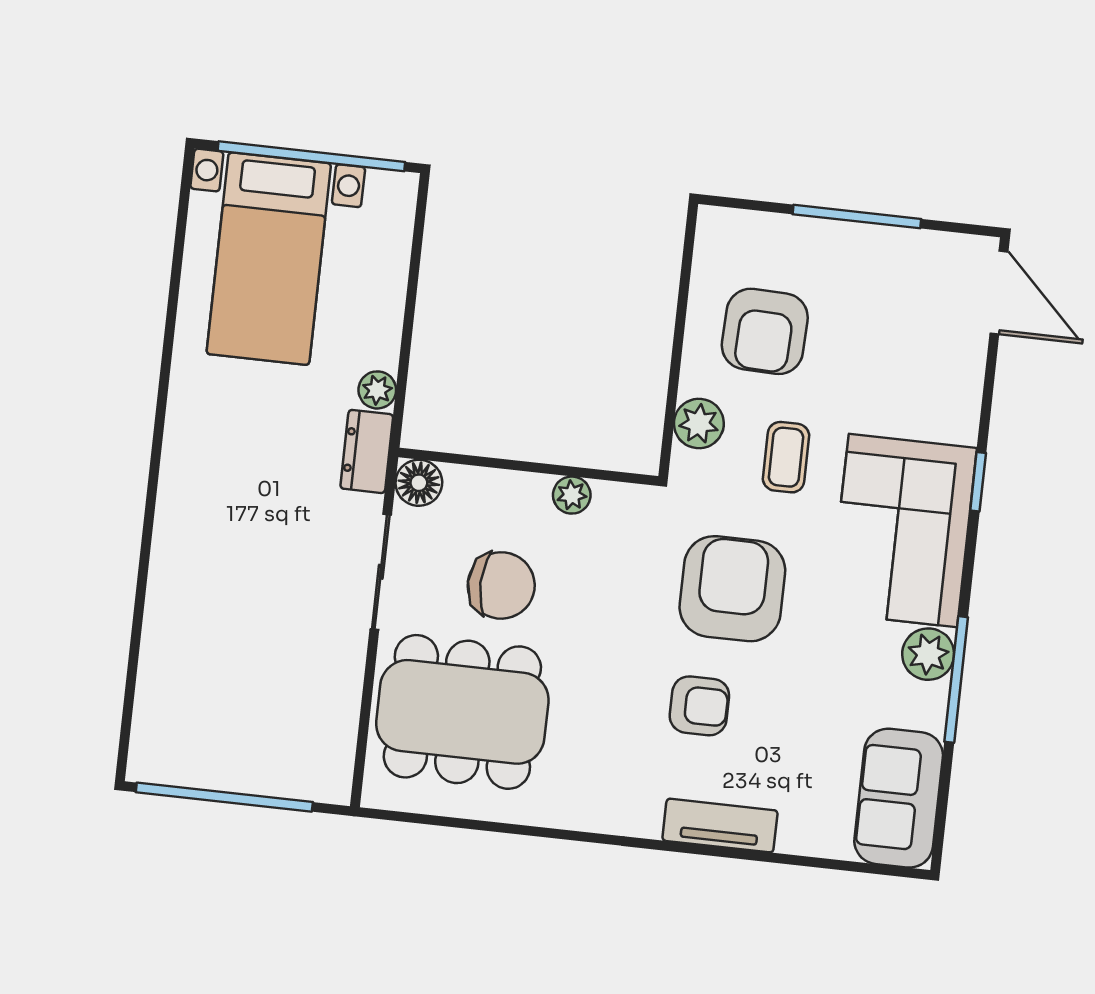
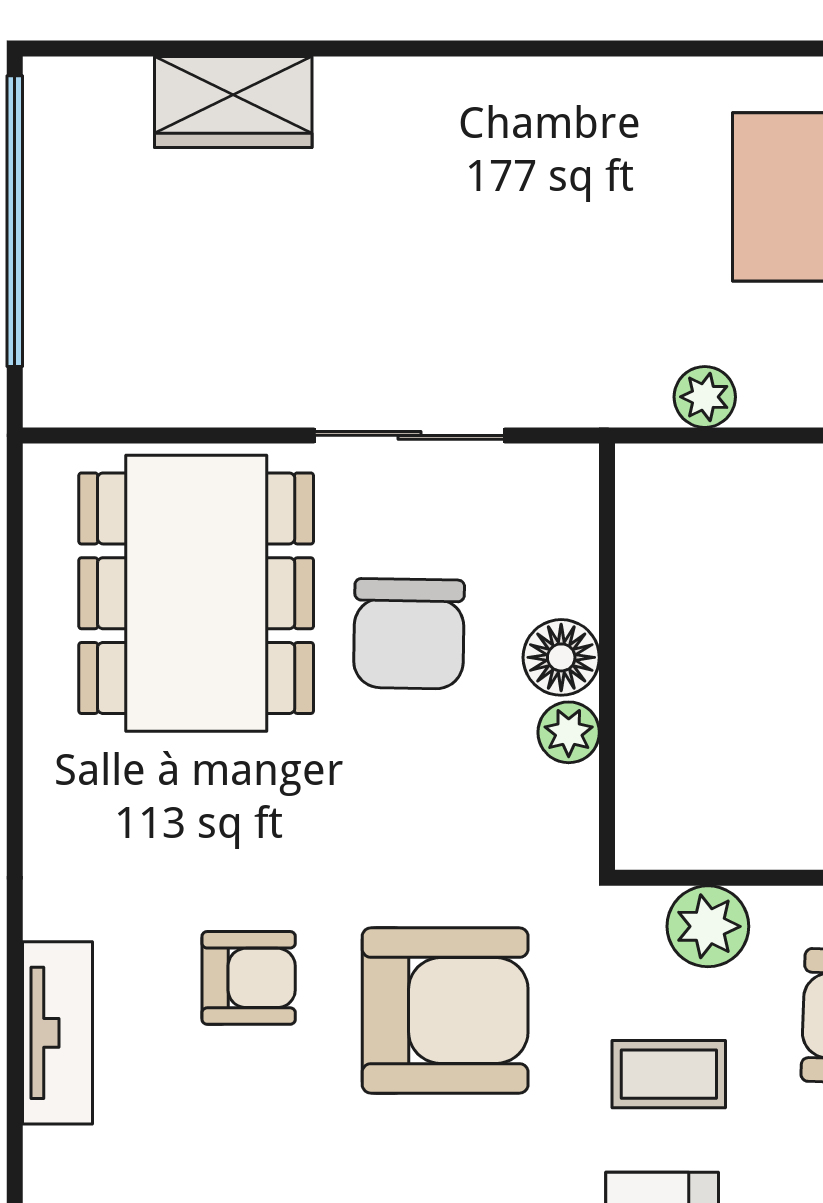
dresser: (367, 451) -> (603, 391), removed
floor lamp: (419, 483) -> (561, 657), moved
wardrobe: (167, 656) -> (233, 102), added
armchair: (699, 706) -> (249, 978), turned -90

